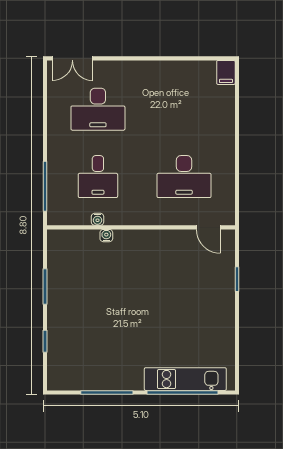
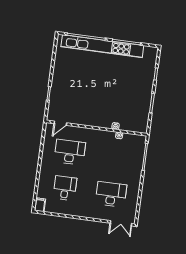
double door: (72, 58) -> (121, 223), swing flipped
desk: (98, 177) -> (65, 188), moved
door: (208, 227) -> (60, 123), swing flipped
kitchen unit: (185, 379) -> (102, 46), width x1.86

